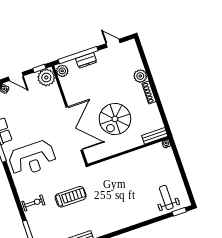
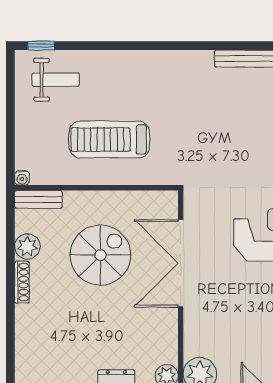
plant: (140, 76) -> (27, 247), moved
treadmill: (71, 197) -> (109, 140), moved, width x1.37, depth x1.38
weight bench: (166, 197) -> (56, 80), turned -90

